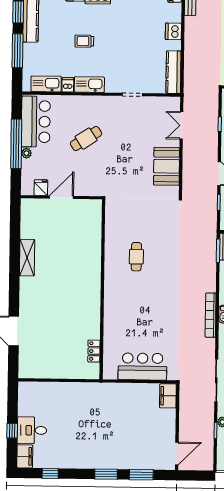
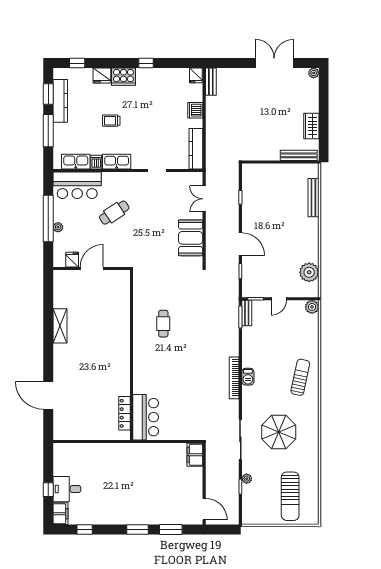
bar counter: (36, 122) -> (77, 185), moved, turned 90
locker: (94, 351) -> (124, 413), width x1.53
bar counter: (142, 367) -> (146, 417), moved, turned 90
door: (177, 454) -> (204, 509), hinge flipped

